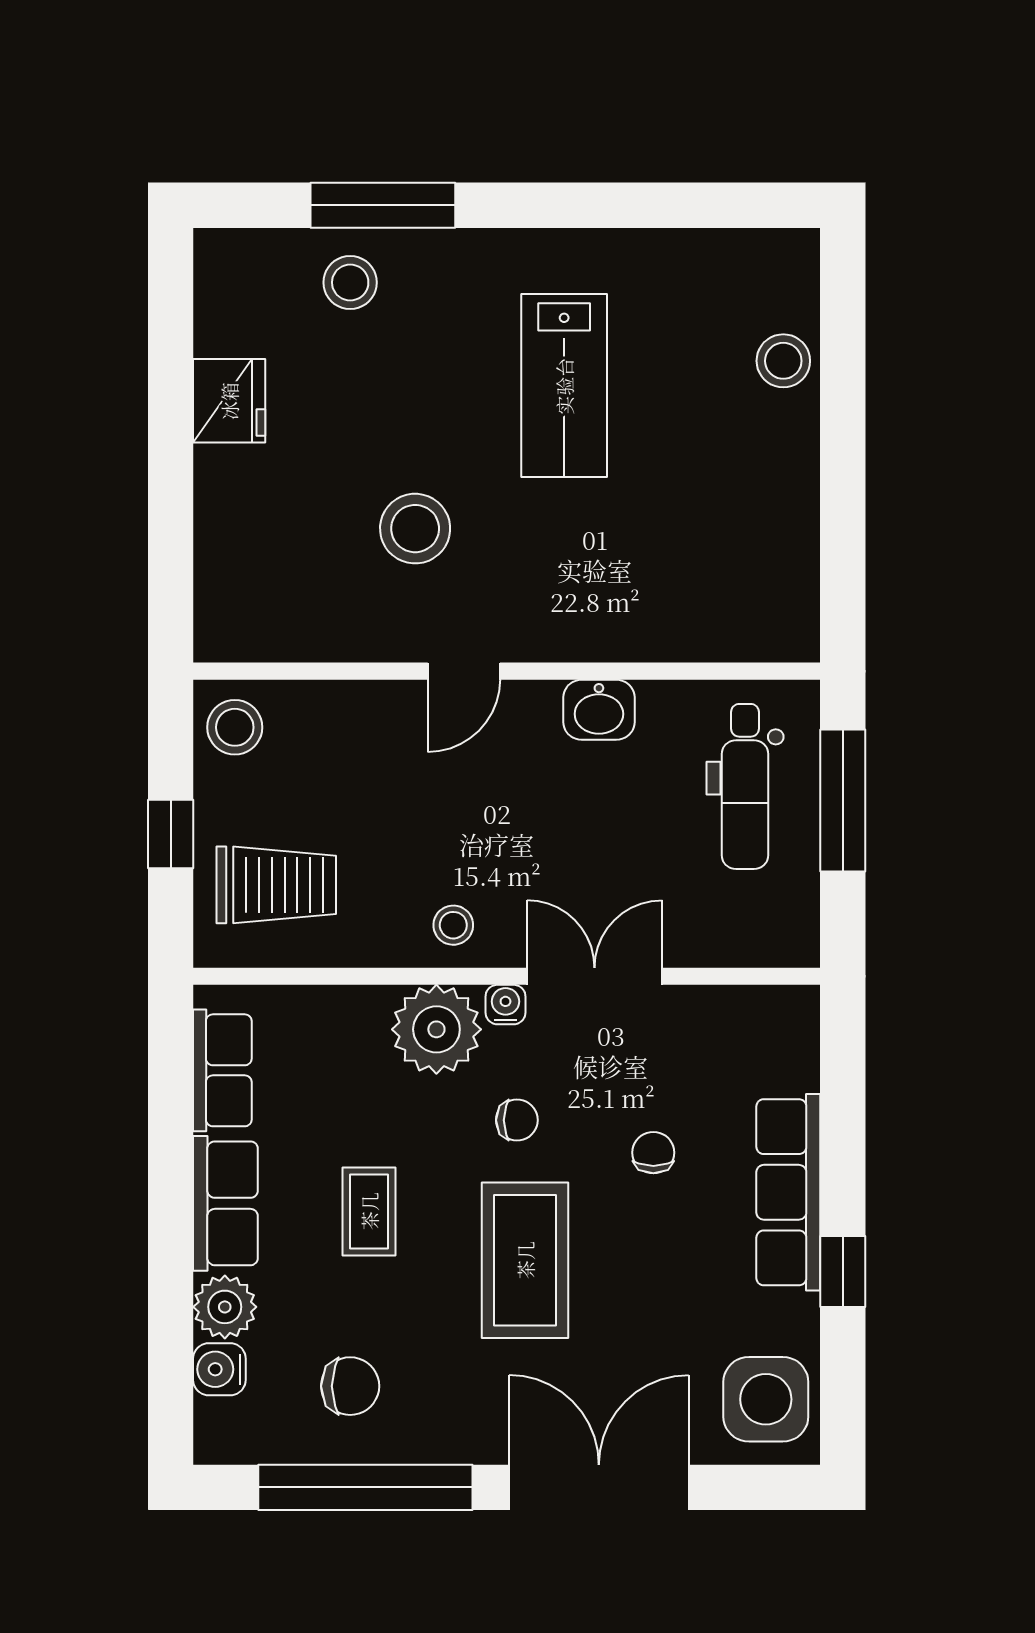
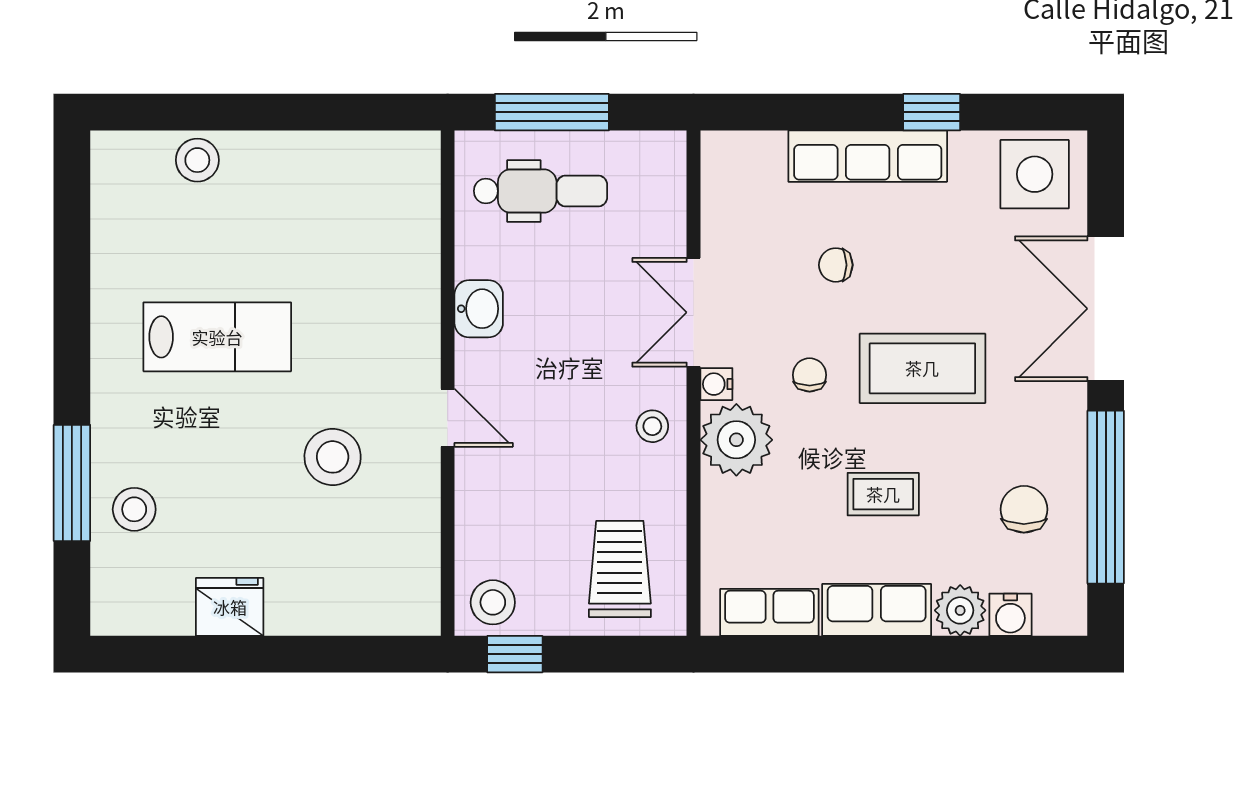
window: (171, 834) -> (515, 654), moved

